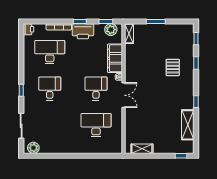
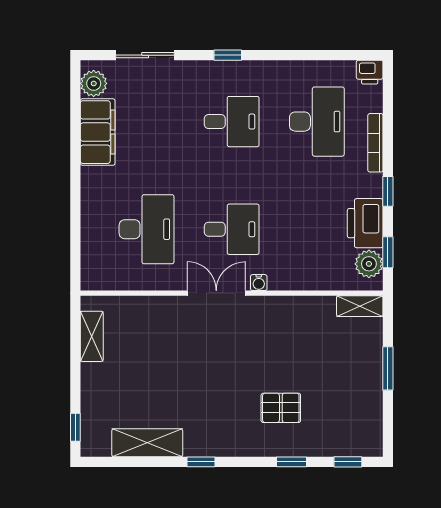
printer: (83, 31) -> (365, 223), moved
filing cabinet: (115, 58) -> (98, 132), moved, turned 90
double door: (123, 95) -> (216, 293), swing flipped

